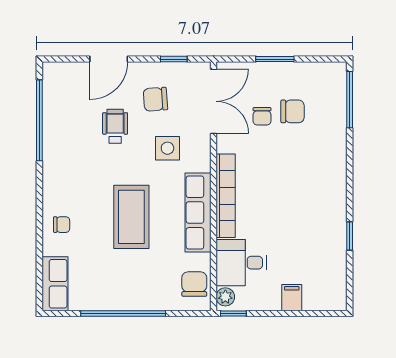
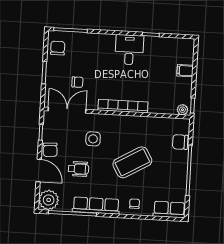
plant: (60, 79) -> (49, 200), added
chair: (155, 99) -> (50, 150), moved
chair: (293, 111) -> (58, 48), moved
wheelchair: (115, 126) -> (78, 169), turned 180
row of seats: (198, 213) -> (96, 206), moved, turned 180
coffee table: (131, 217) -> (132, 162), turned -30
desk: (241, 263) -> (129, 50), moved, turned 180
chair: (194, 284) -> (180, 142), moved

